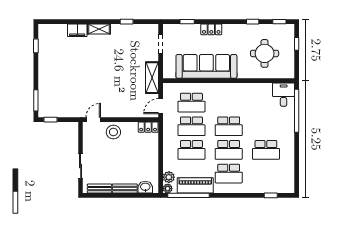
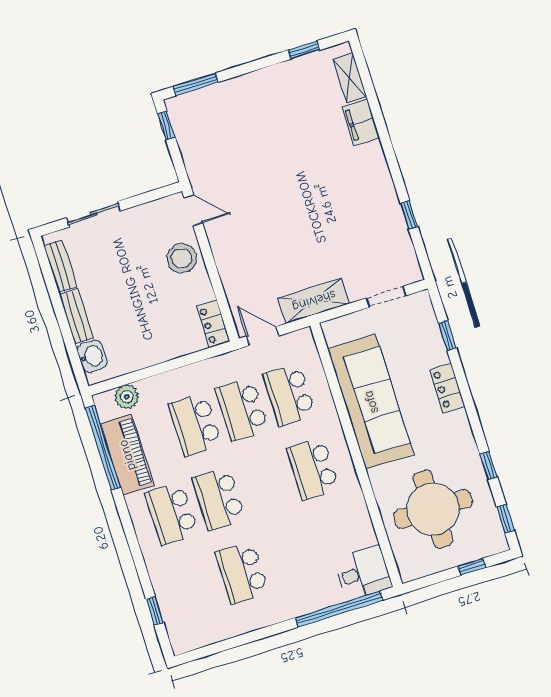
shelving: (99, 29) -> (350, 78), moved
round table: (265, 53) -> (433, 509), width x1.36, depth x1.36
school desk: (229, 126) -> (313, 469), moved
plant: (168, 189) -> (103, 402), removed

